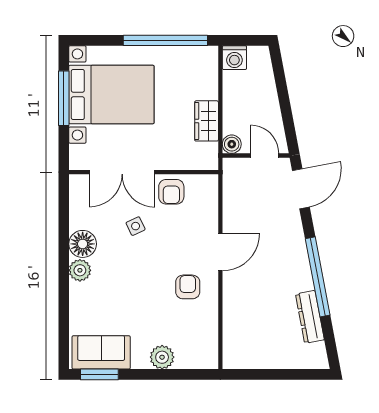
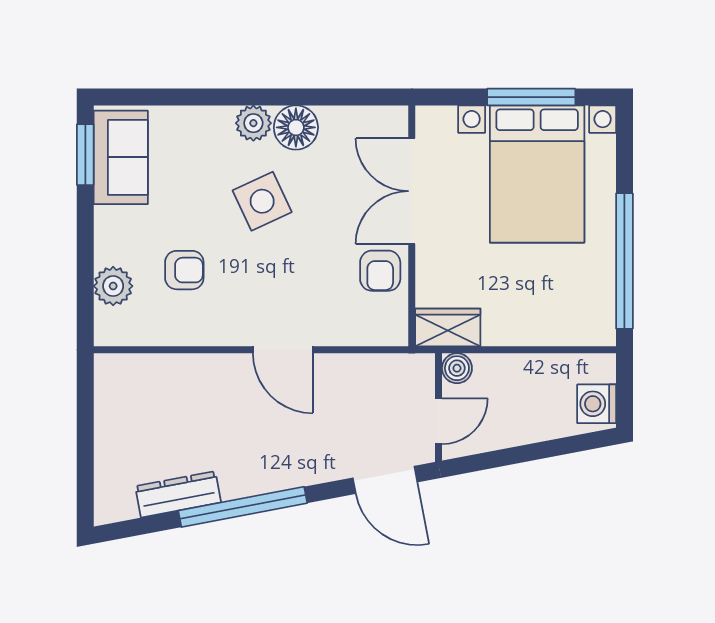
washing machine: (234, 58) -> (597, 404), moved
wardrobe: (207, 121) -> (448, 327), moved
armchair: (171, 192) -> (380, 271), turned -90
side table: (136, 226) -> (262, 201), moved, width x1.87, depth x1.87
armchair: (188, 287) -> (184, 270), moved
plant: (162, 357) -> (113, 286), moved

